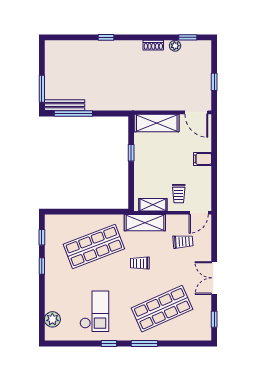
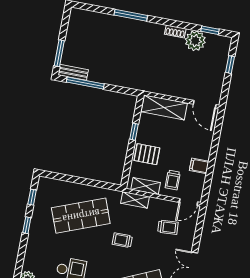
window: (106, 37) -> (131, 15), width x2.17
plant: (175, 46) -> (195, 41), width x1.88, depth x1.88
window: (214, 82) -> (230, 65), moved
bench: (65, 105) -> (73, 72), width x0.73
filing cabinet: (202, 159) -> (199, 166), moved
pallet: (148, 173) -> (147, 154), added
shelving: (145, 223) -> (135, 200), width x0.67, depth x0.75

